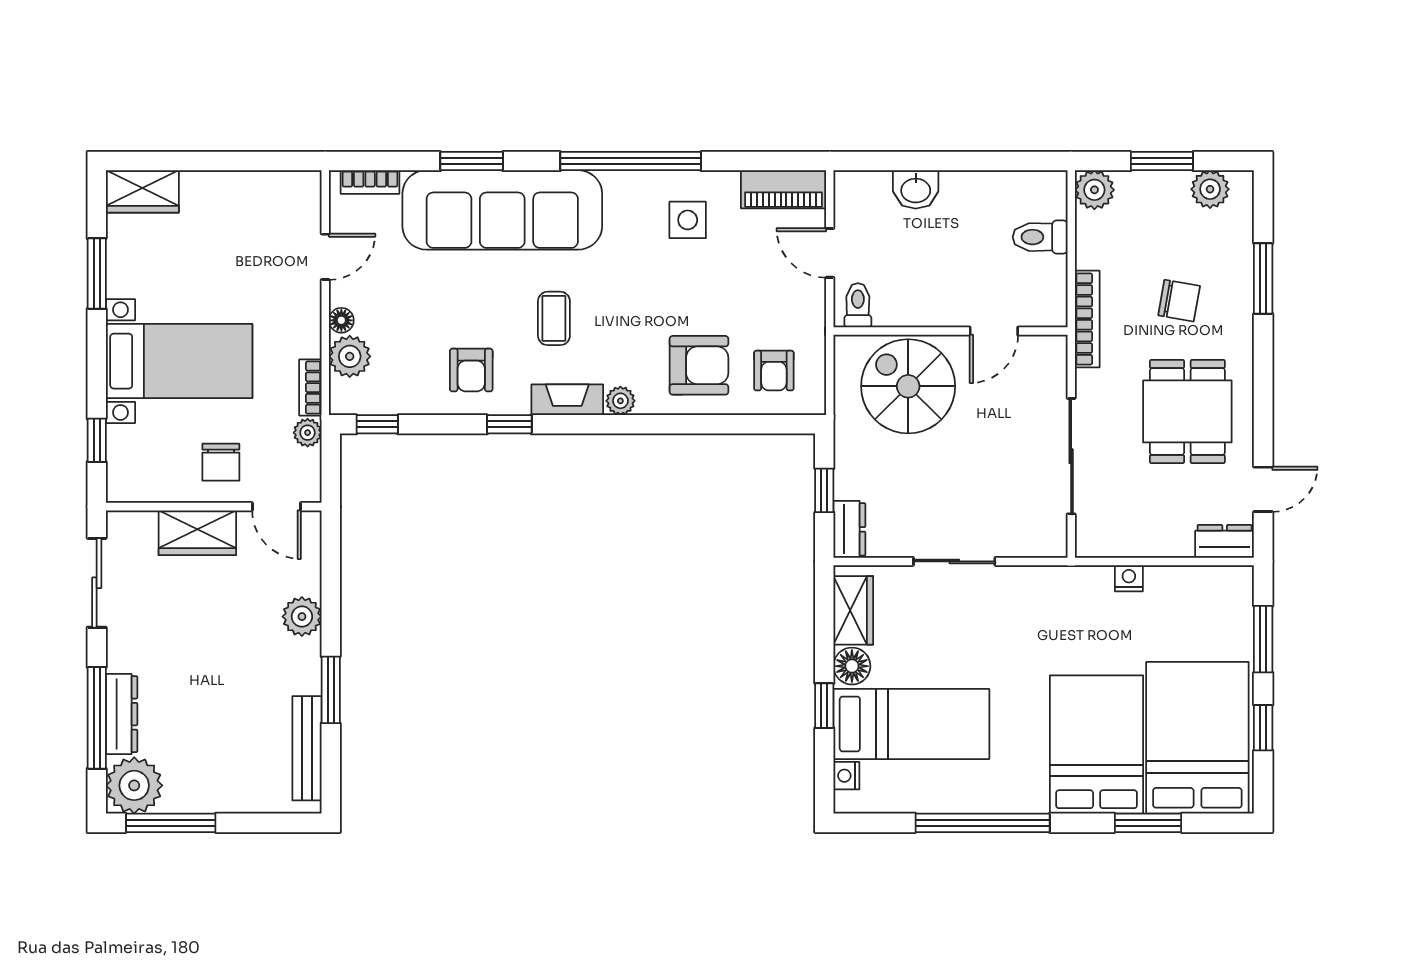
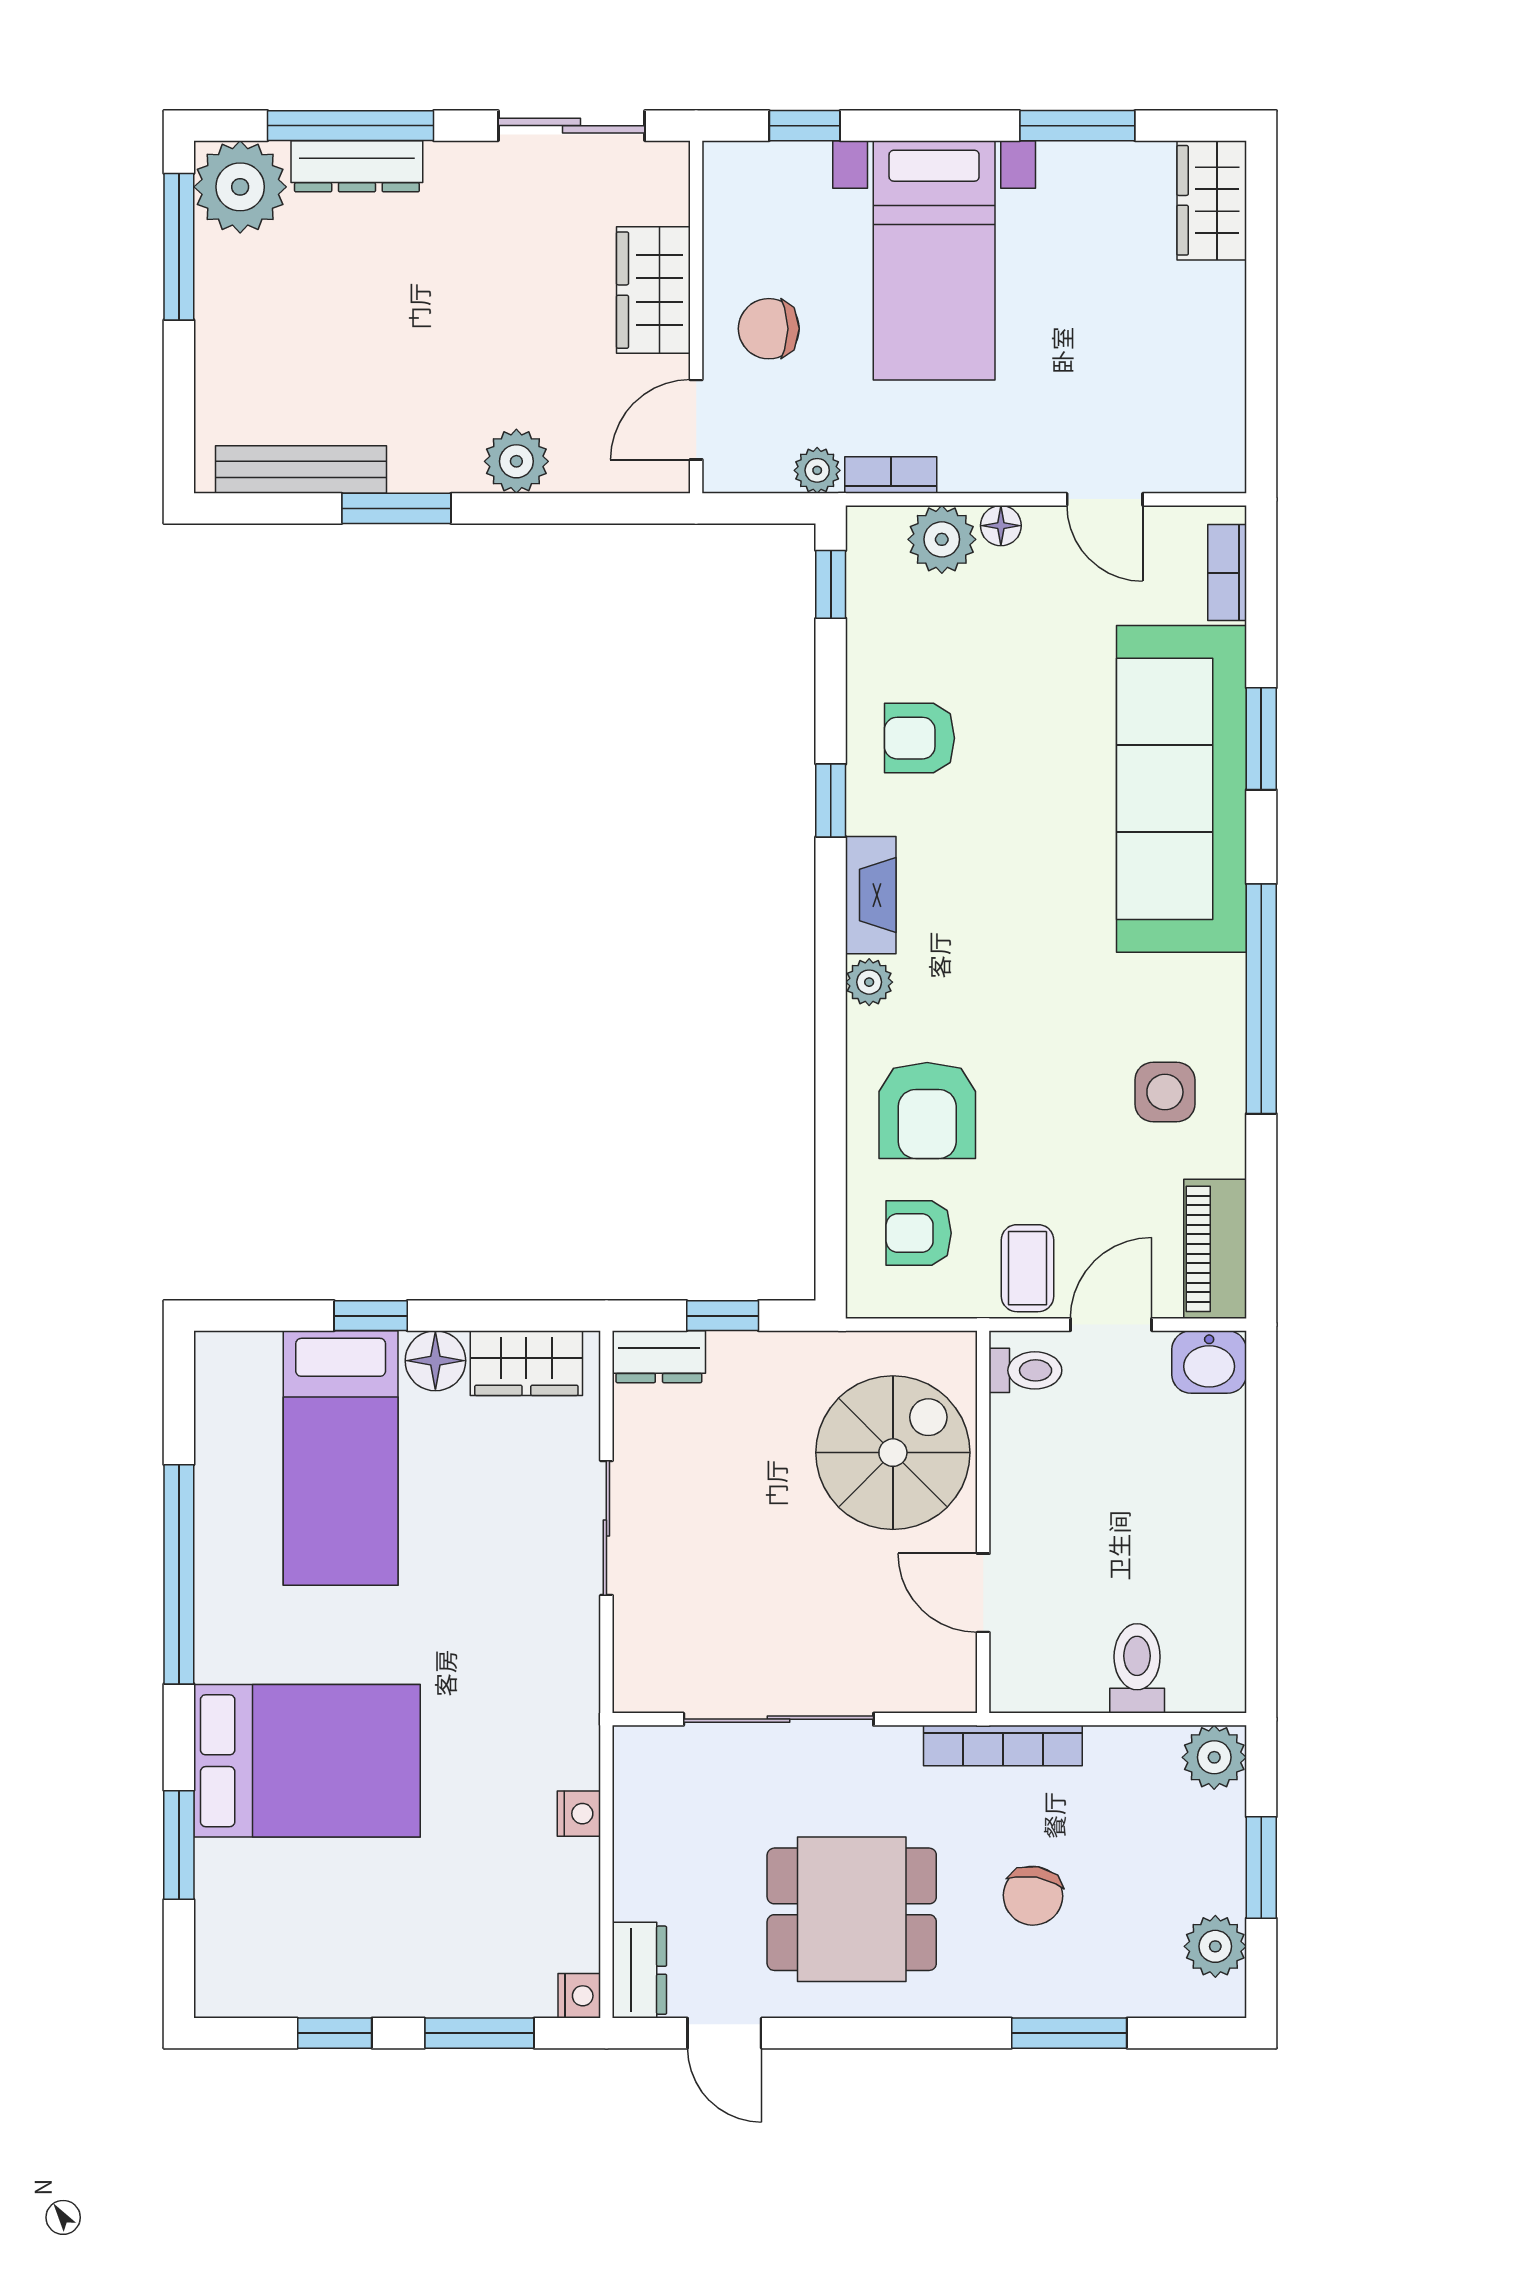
washbasin: (916, 189) -> (1209, 1362), moved, turned -90
coffee table: (554, 318) -> (1028, 1268), moved, turned 90
bed: (1197, 738) -> (318, 1926), removed
nightstand: (846, 776) -> (579, 1996), moved, turned 90

